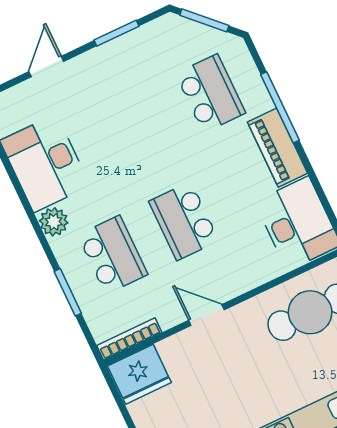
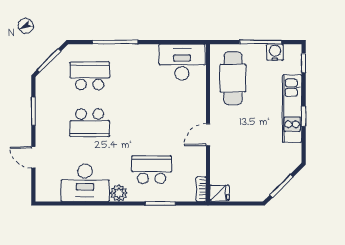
piano: (277, 148) -> (136, 54), removed
school desk: (184, 221) -> (90, 123), moved
bookcase: (129, 339) -> (201, 189), width x0.64
fridge: (139, 374) -> (219, 193), width x0.53, depth x0.75

